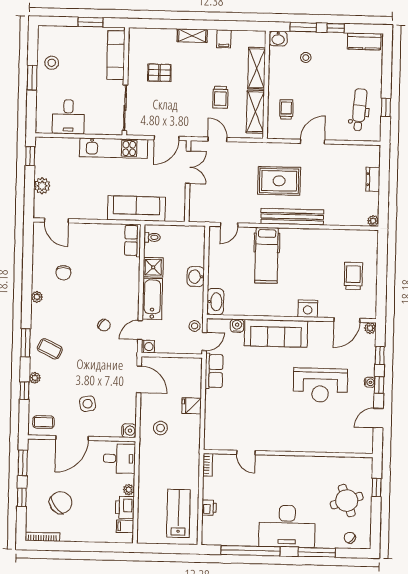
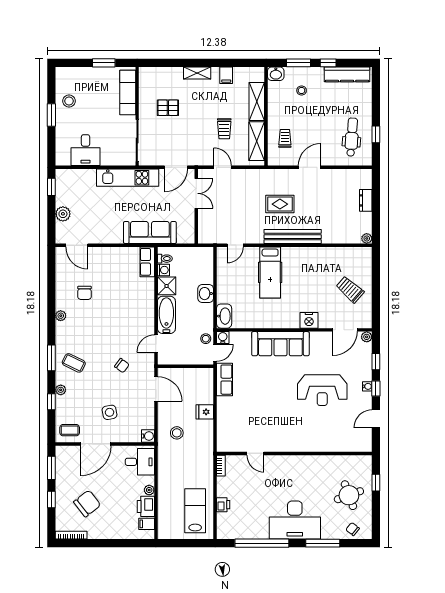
kitchen counter: (364, 41) -> (347, 74), width x1.50
rug: (279, 181) -> (280, 204), width x0.73, depth x0.70
trolley: (353, 276) -> (350, 290), turned -49
chair: (104, 325) -> (122, 366), moved
water cooler: (237, 326) -> (223, 338), moved
washing machine: (148, 347) -> (163, 270), moved

